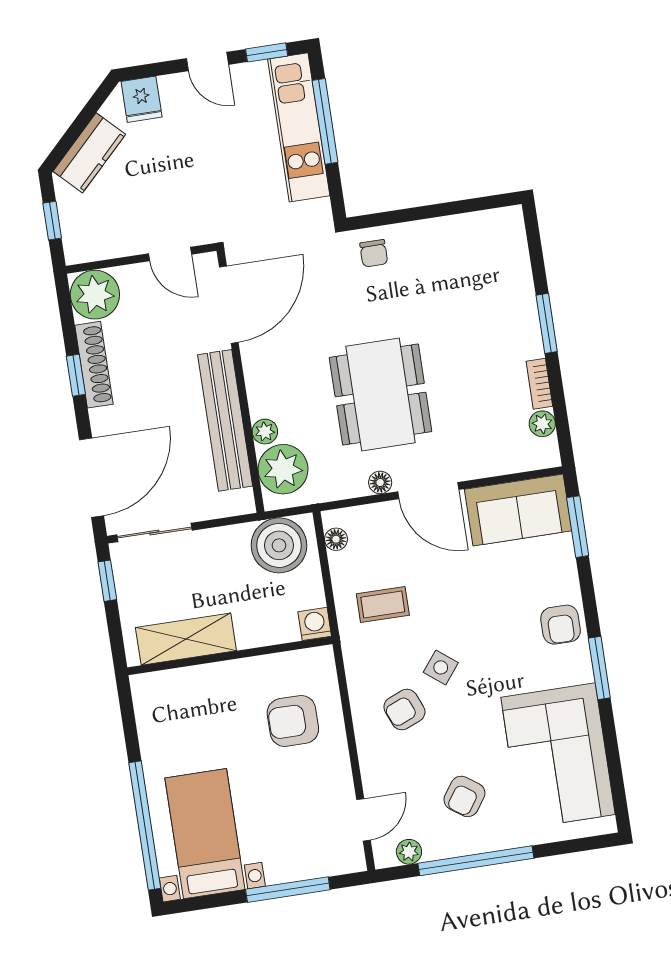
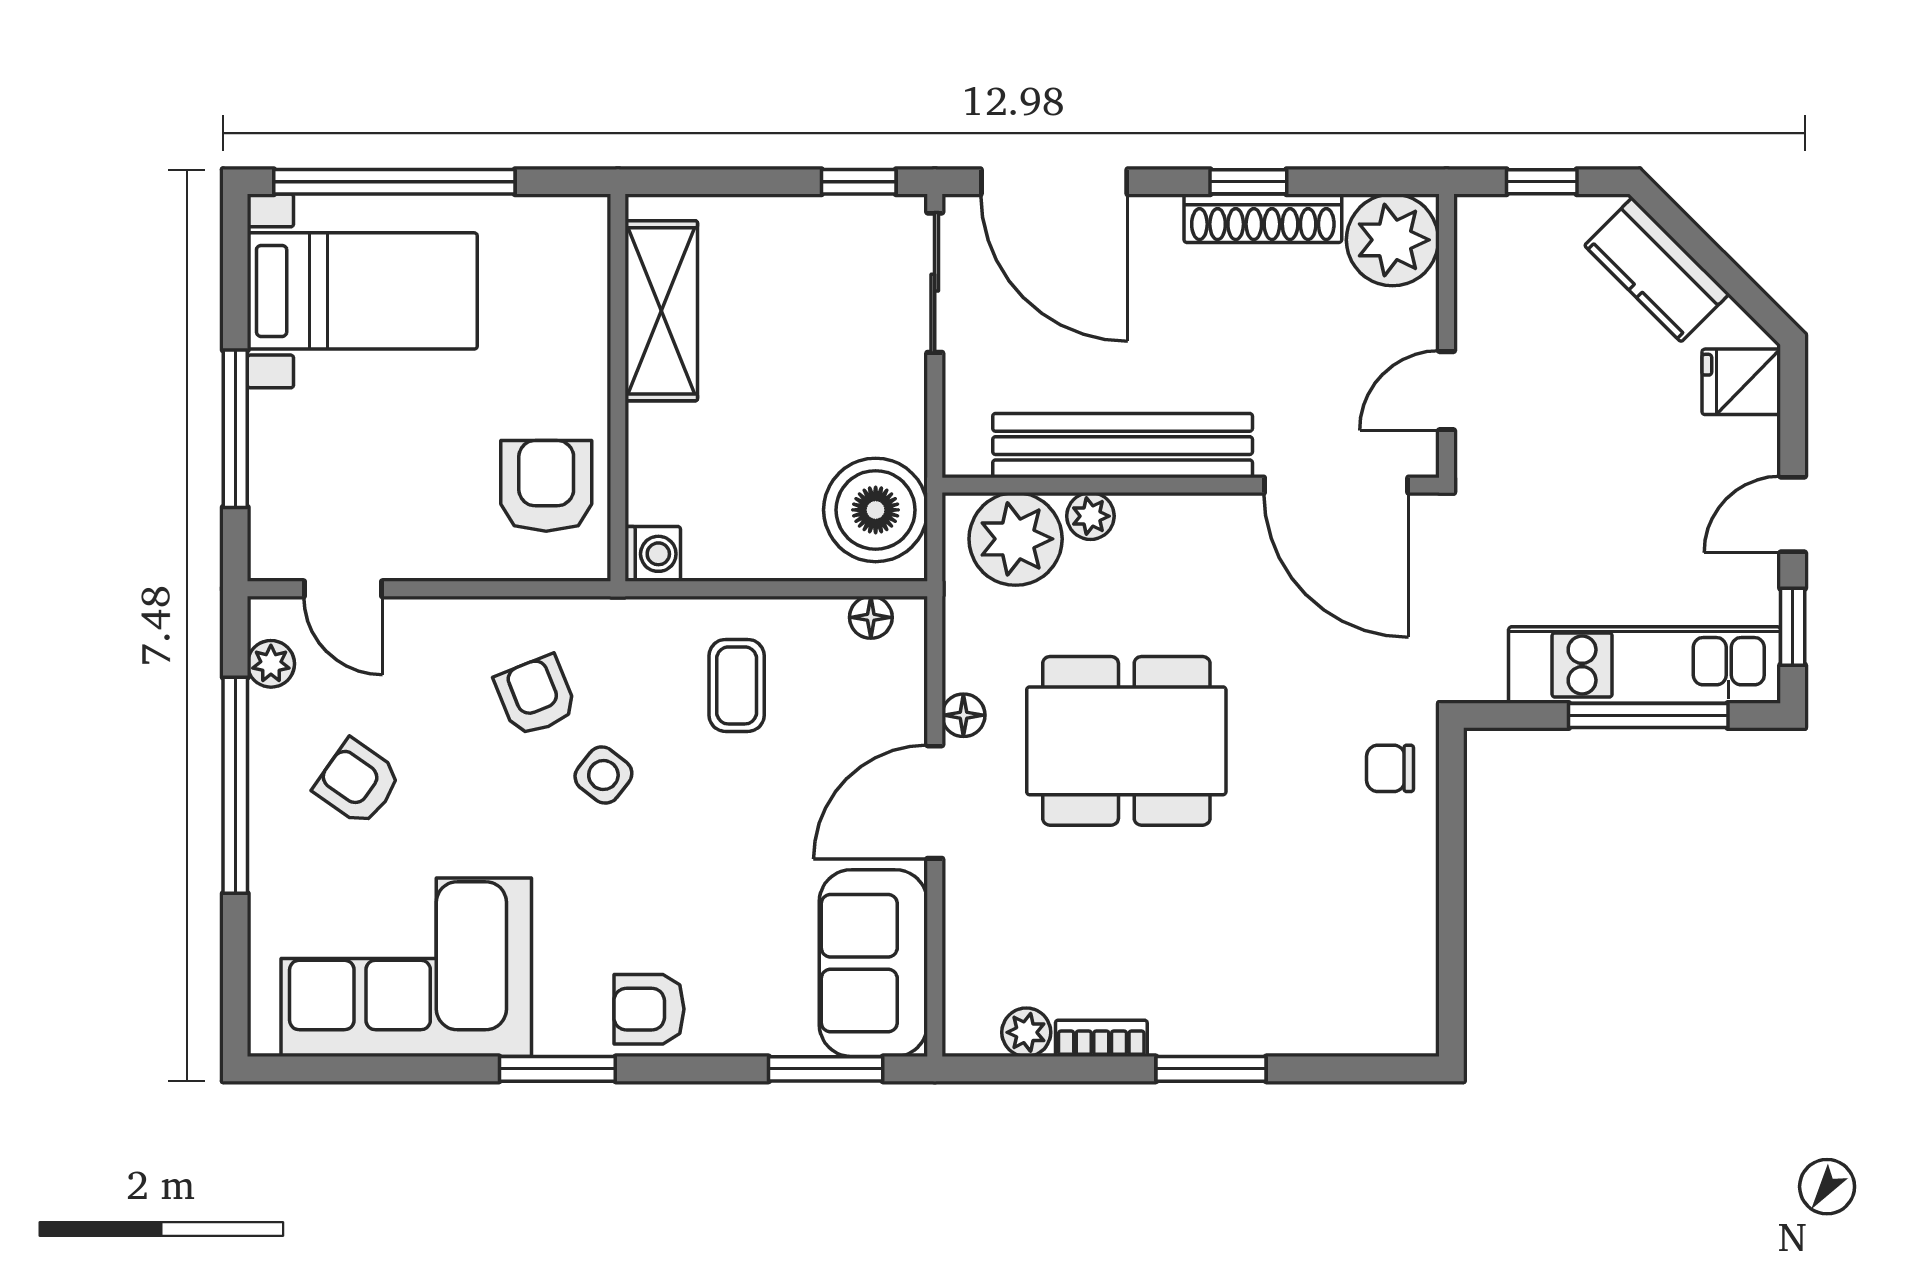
washing machine: (315, 624) -> (653, 554), moved
shelving: (186, 639) -> (661, 311), moved
wall: (230, 656) -> (618, 388), moved

